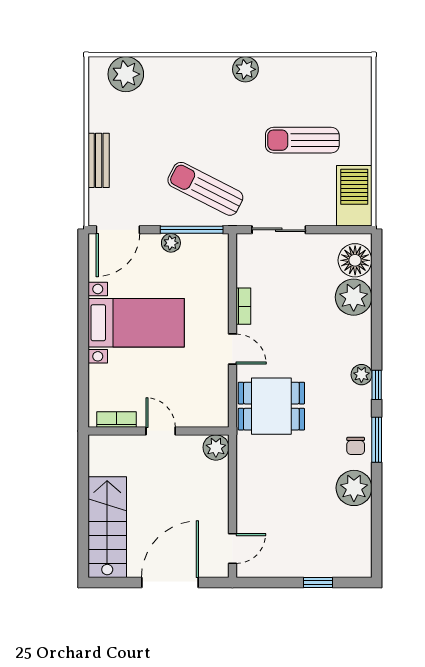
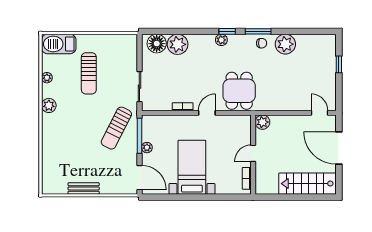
plant: (126, 74) -> (47, 78), moved, width x0.53, depth x0.53
bench: (99, 160) -> (84, 188), moved
barbecue: (354, 196) -> (59, 44), moved

